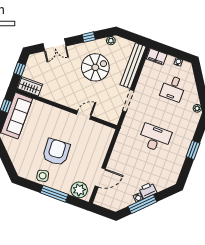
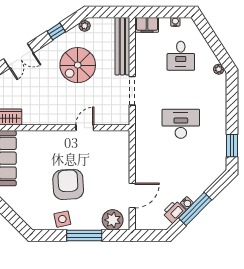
spiral stairs: (95, 67) -> (78, 65), turned 180
window: (193, 150) -> (232, 146), moved
printer: (148, 190) -> (174, 212), moved

